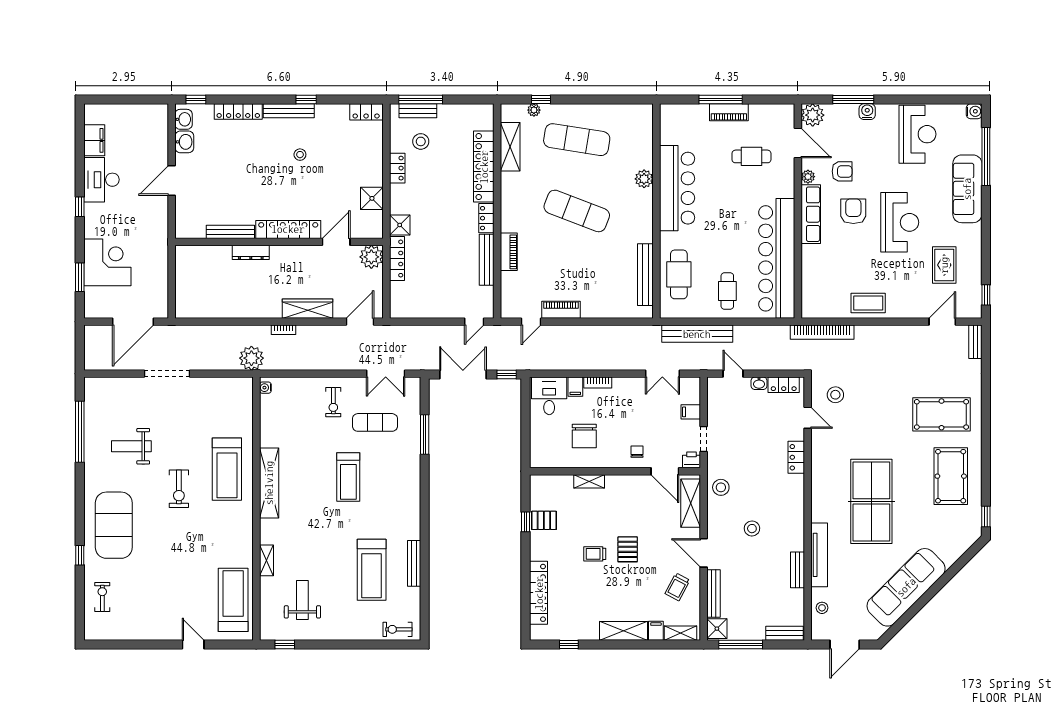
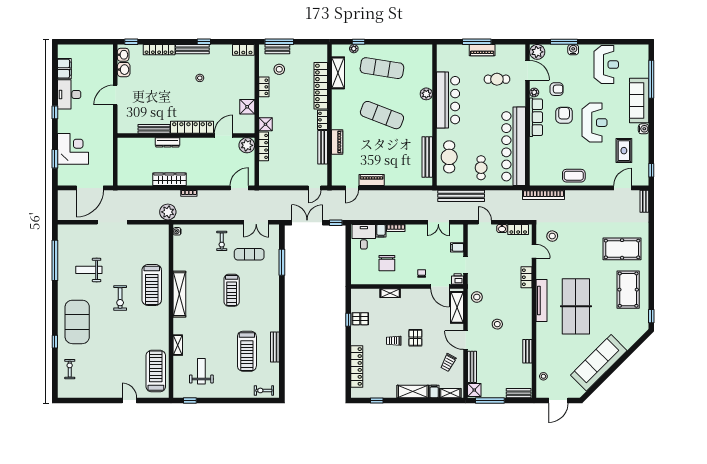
water cooler: (974, 111) -> (644, 129), moved
wardrobe: (307, 309) -> (169, 179), moved
tv unit: (819, 555) -> (542, 301), moved

